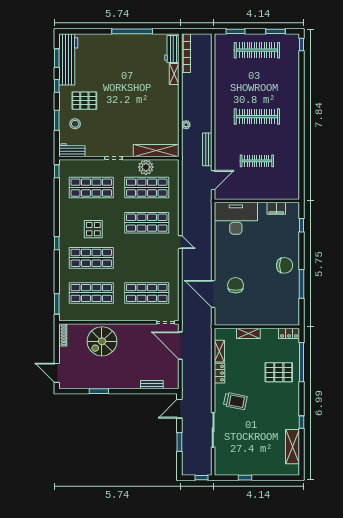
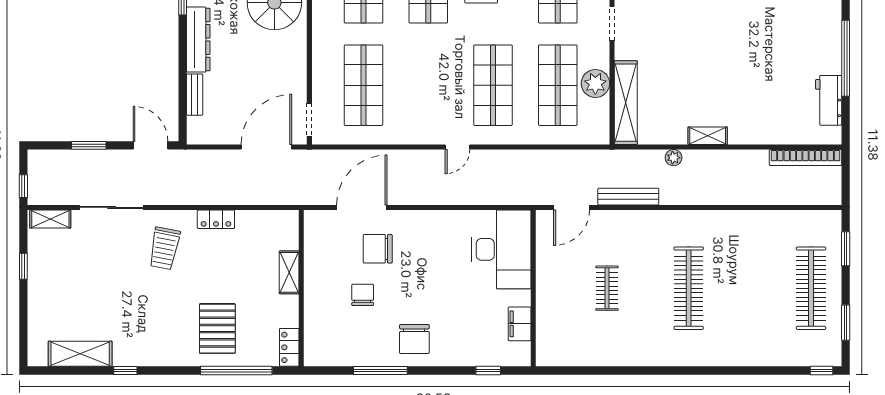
workbench: (172, 49) -> (829, 100), moved, turned -90
shelving: (174, 74) -> (708, 136), moved
clothes rail: (257, 161) -> (607, 288), width x0.73
door: (213, 180) -> (572, 207), hinge flipped
chair: (236, 285) -> (378, 249), turned 180
chair: (261, 293) -> (363, 295), added
shelving: (219, 351) -> (50, 219), moved
dresser: (122, 383) -> (198, 39), added

